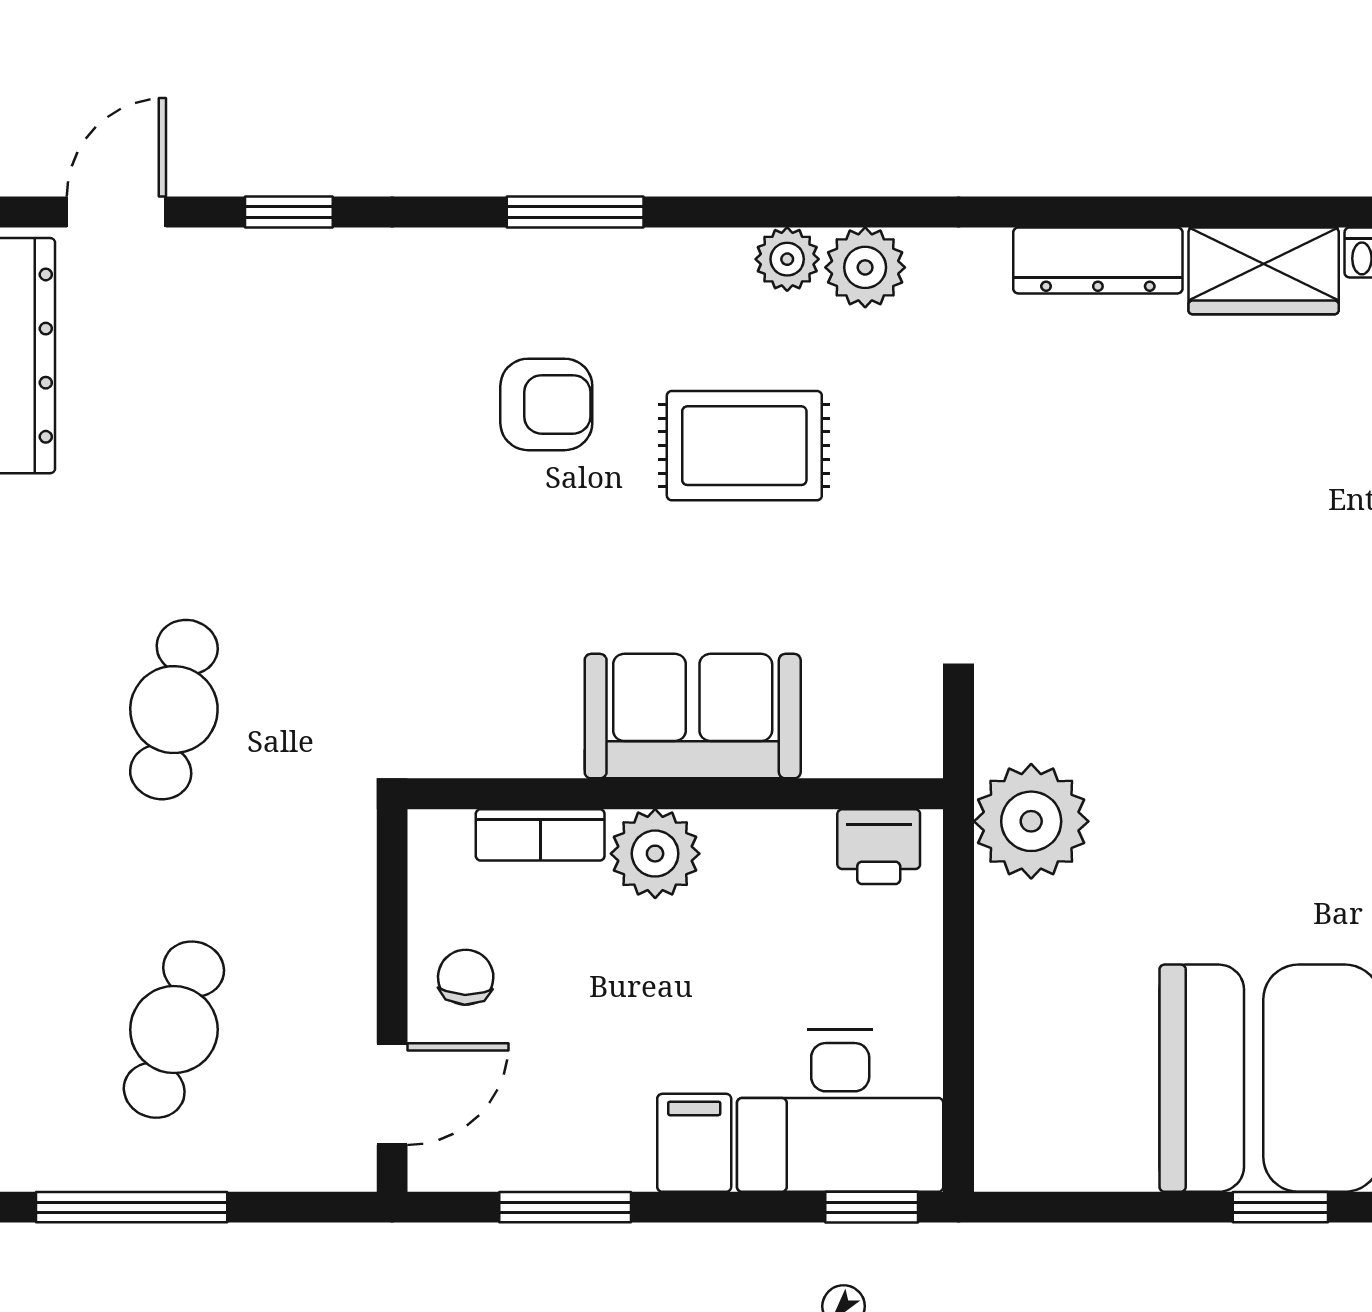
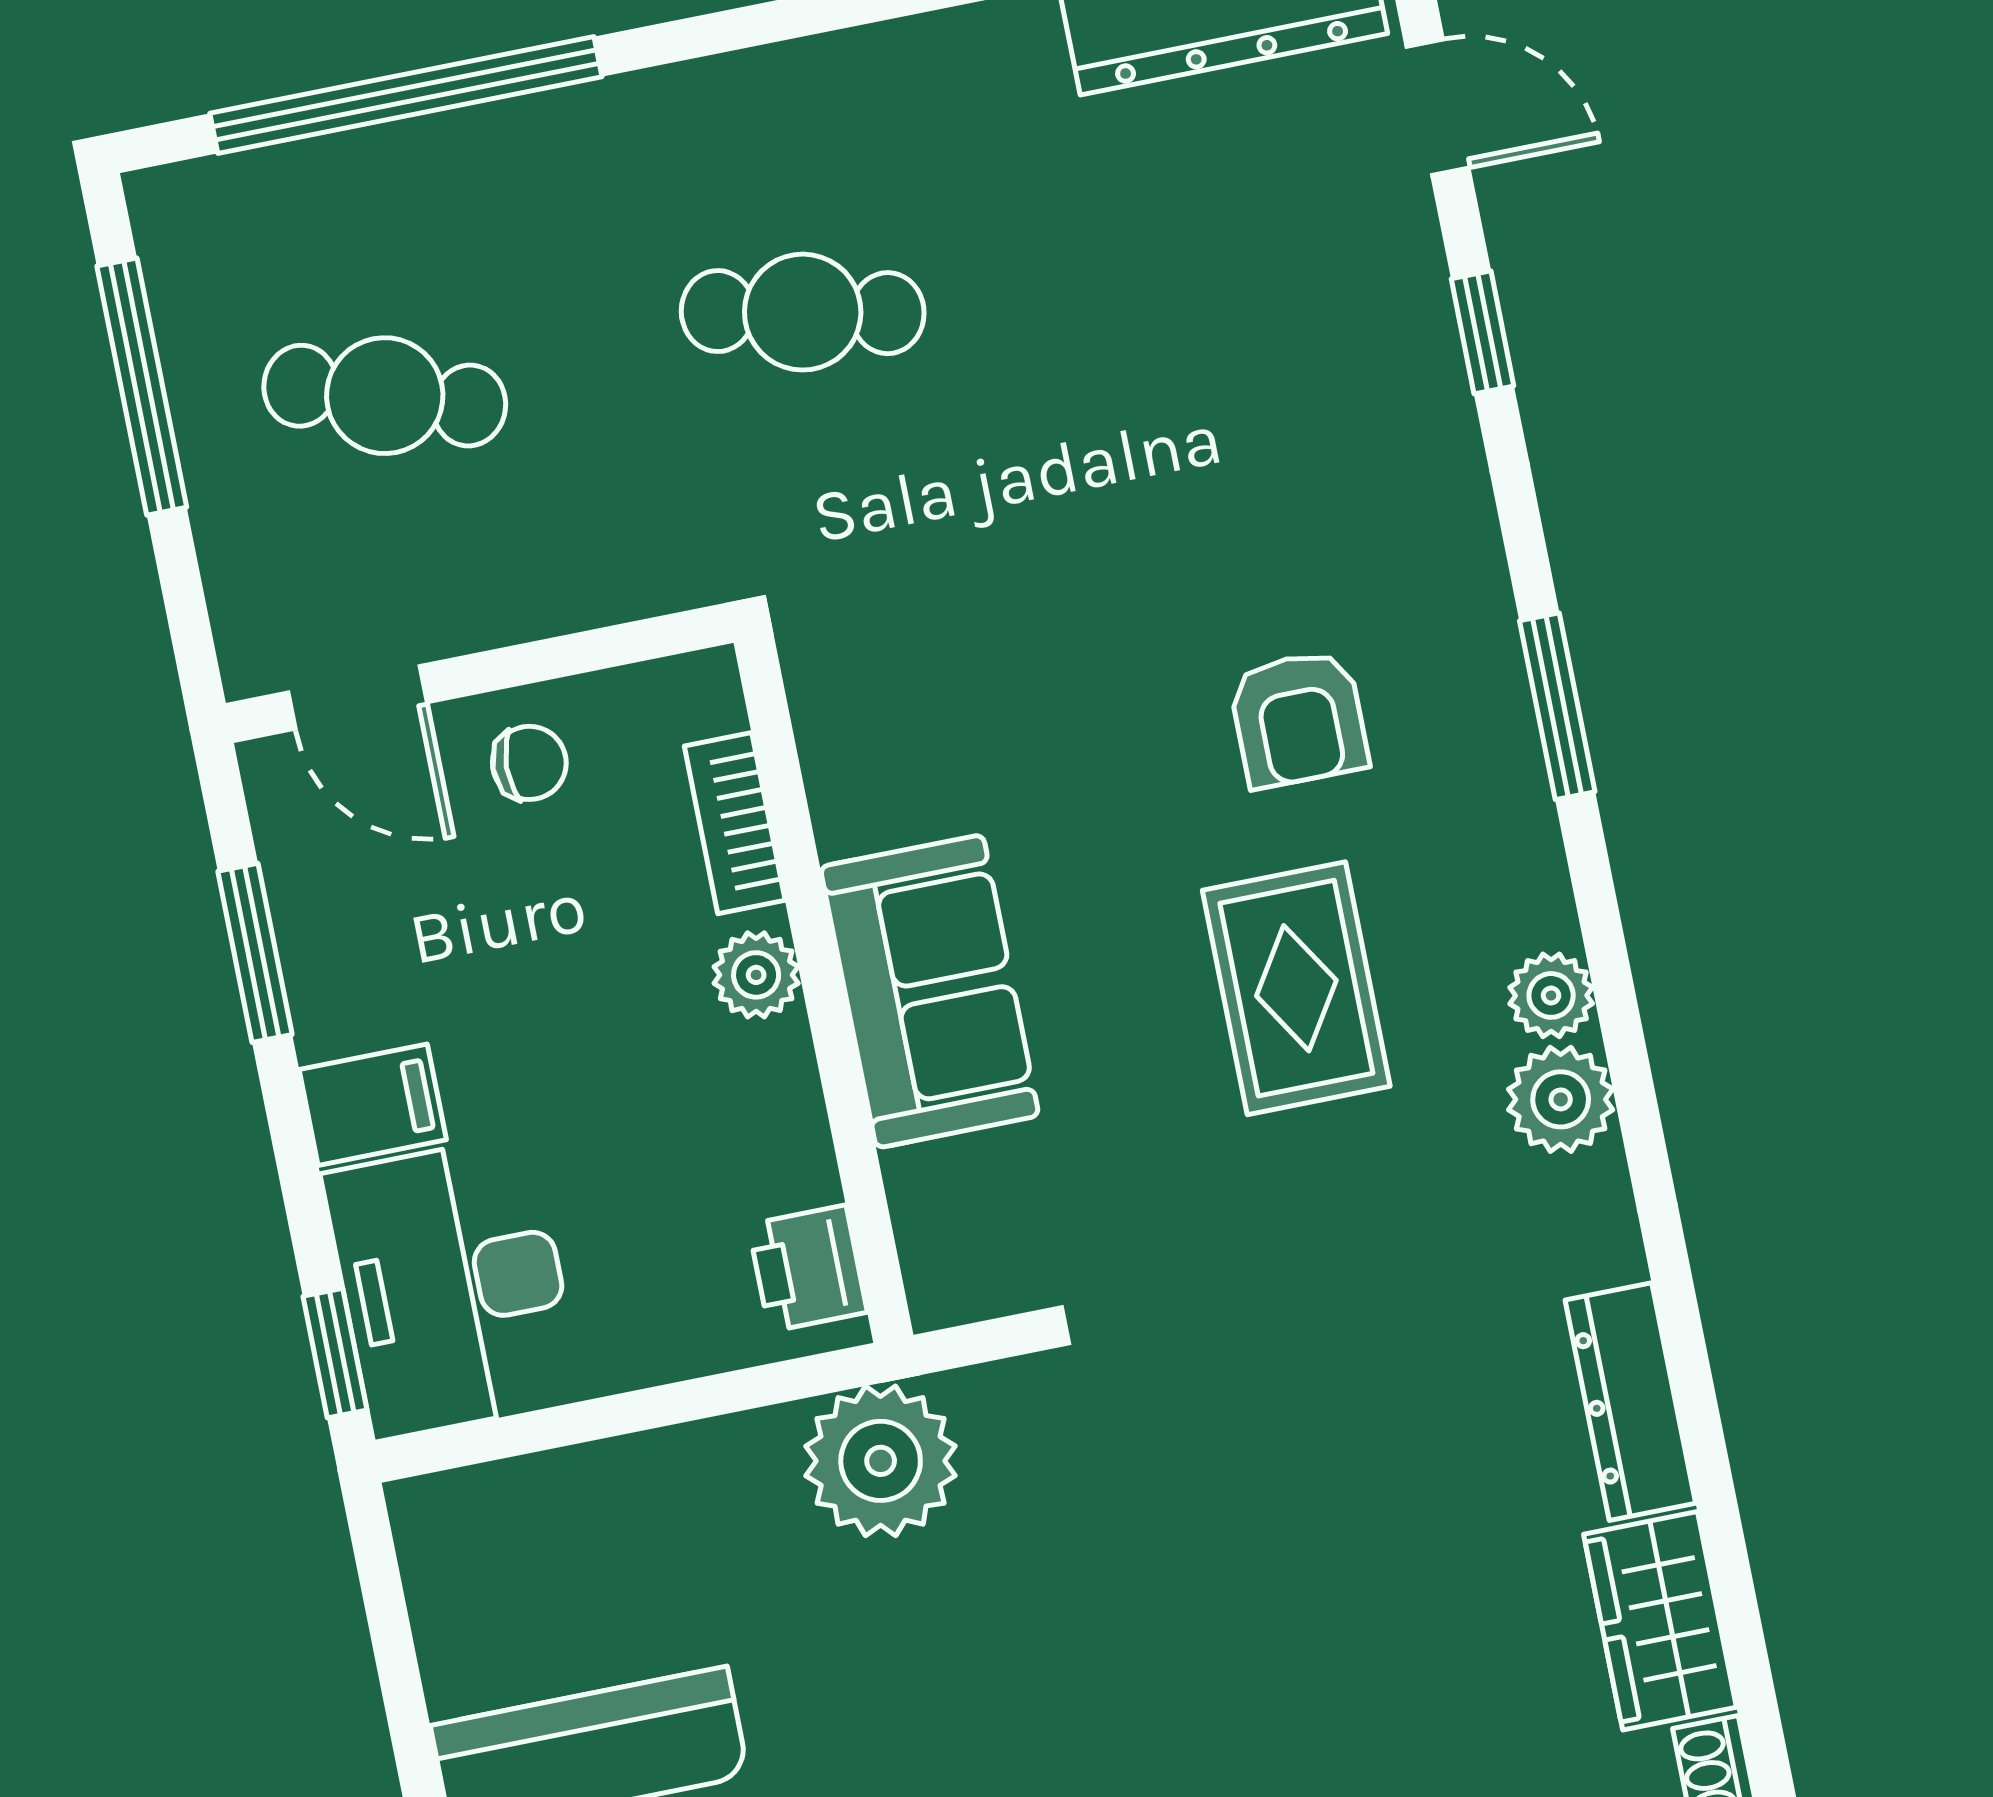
plant: (655, 854) -> (756, 975), width x0.73, depth x0.73

